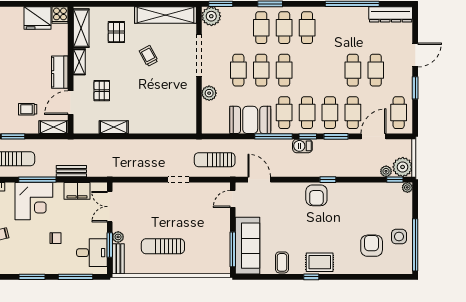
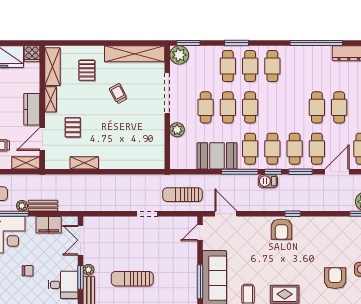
plant: (386, 171) -> (22, 206), moved

